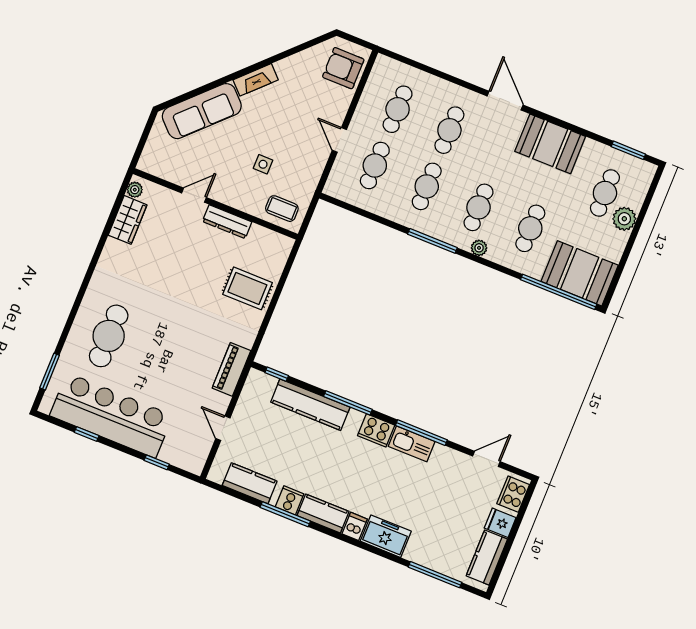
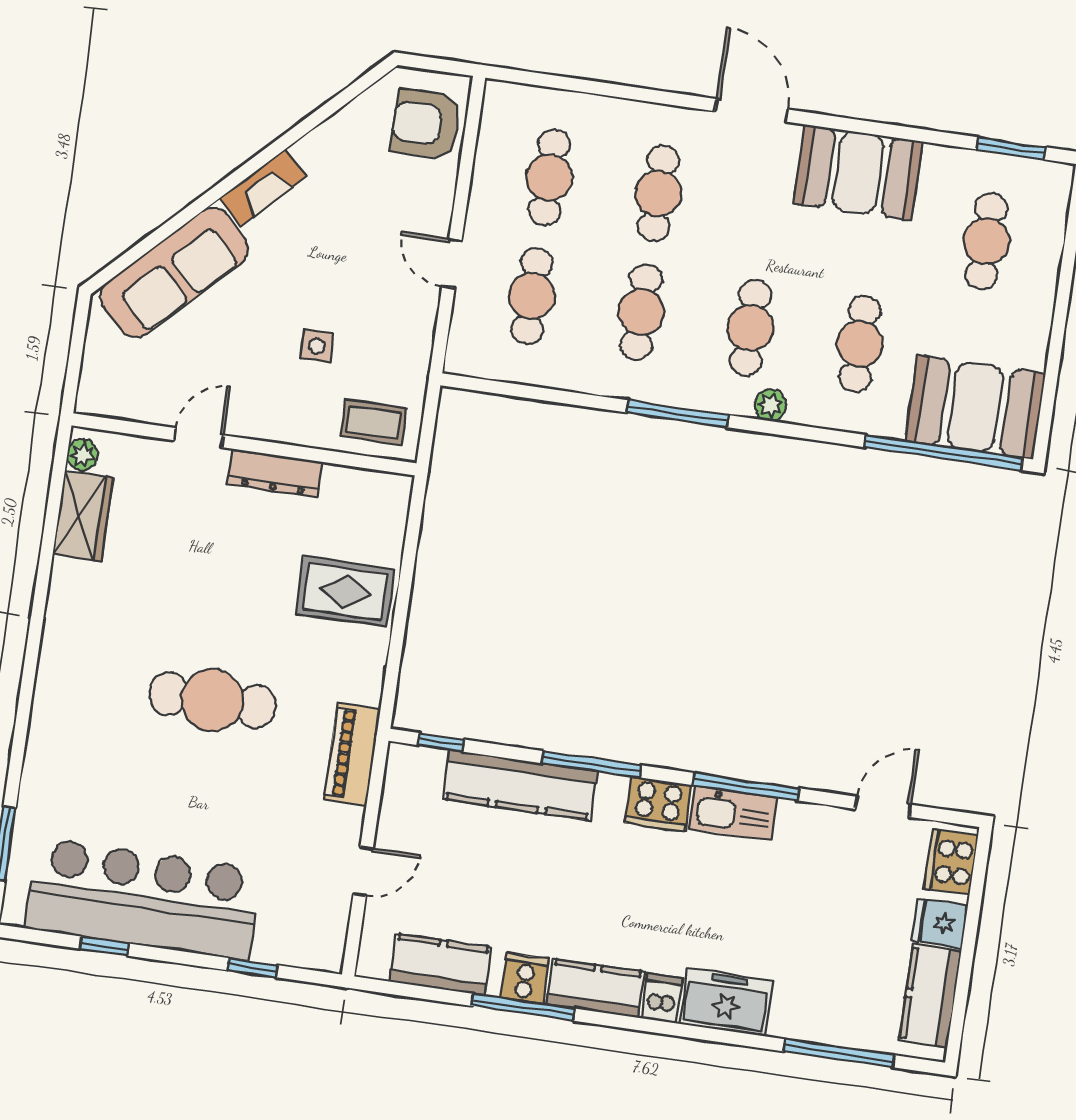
plant: (624, 219) -> (1036, 282), removed
cafe table: (109, 336) -> (212, 700), moved, turned 90
door: (223, 428) -> (363, 871), swing flipped

